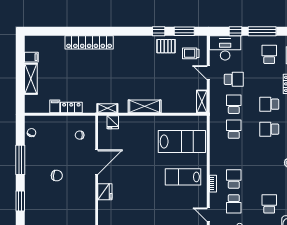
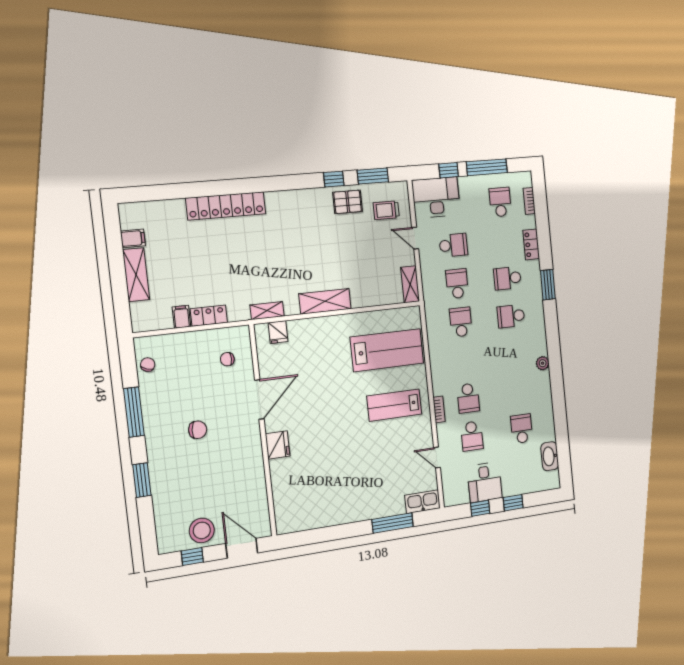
school desk: (234, 179) -> (468, 398), turned 180

